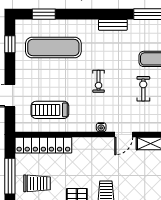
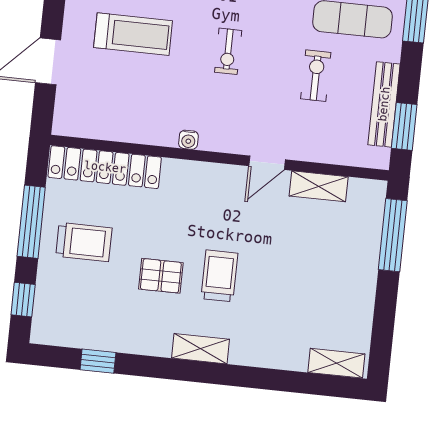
treadmill: (50, 110) -> (133, 34), moved, turned 180
water cooler: (101, 127) -> (188, 140), moved

